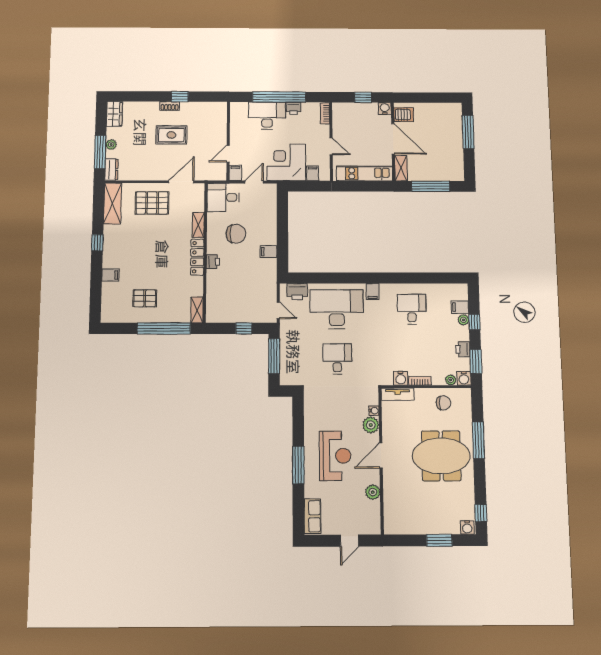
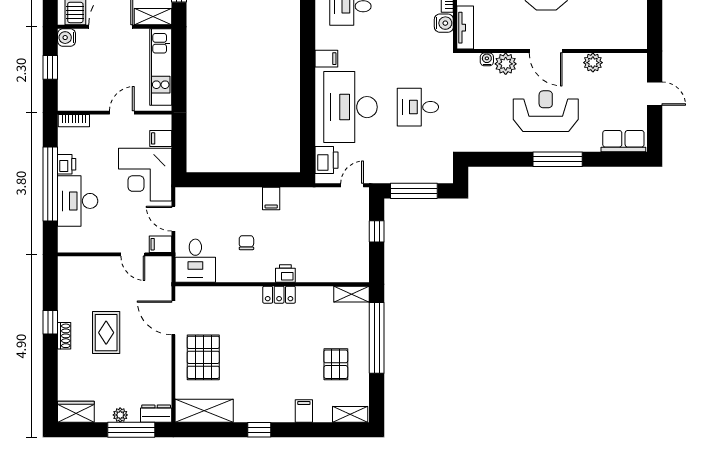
shelving: (198, 225) -> (350, 414), moved
chair: (236, 234) -> (246, 243), width x0.54, depth x0.54
locker: (197, 257) -> (279, 295), width x0.66

